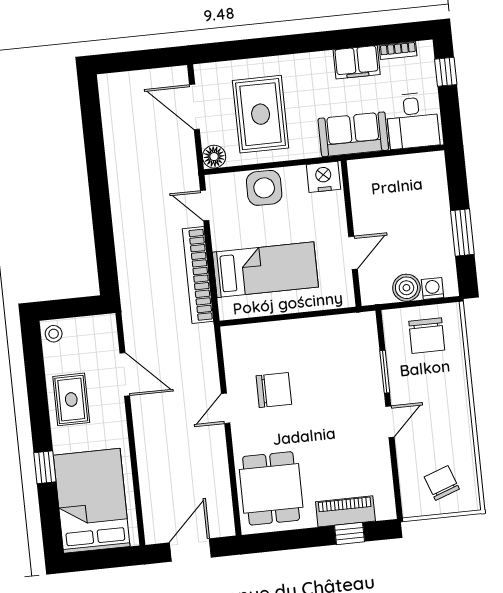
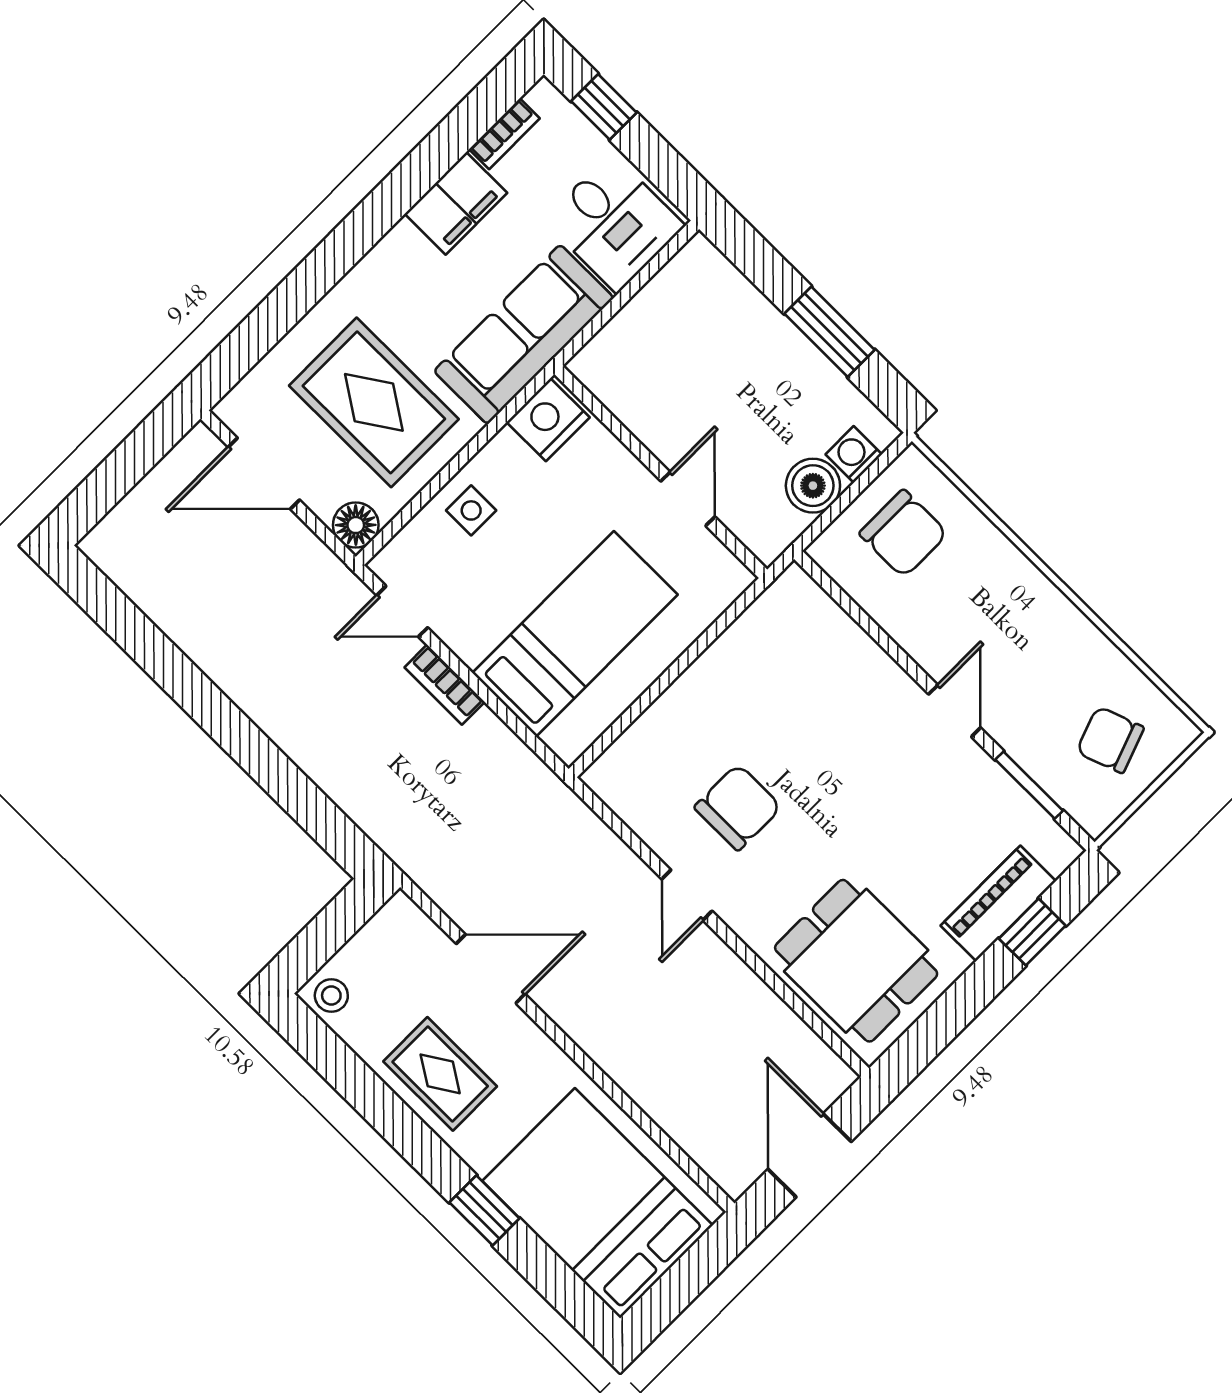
sofa: (353, 134) -> (524, 334), width x1.36
side table: (264, 188) -> (471, 510), width x0.54, depth x0.54
bookcase: (198, 275) -> (445, 685), width x0.43, depth x0.76
window: (385, 372) -> (1029, 785), moved

